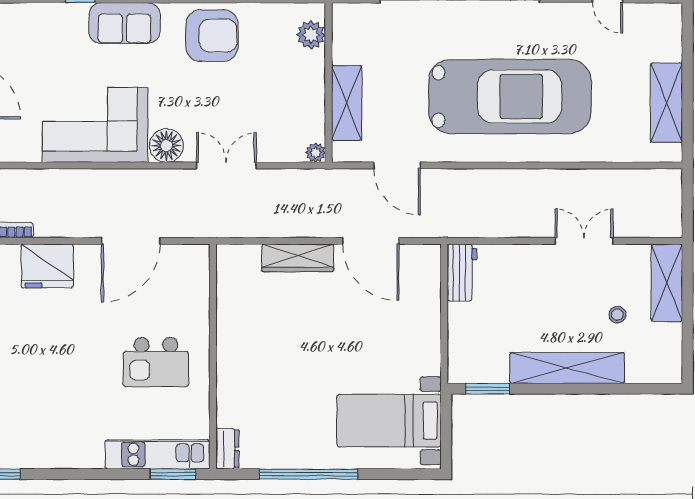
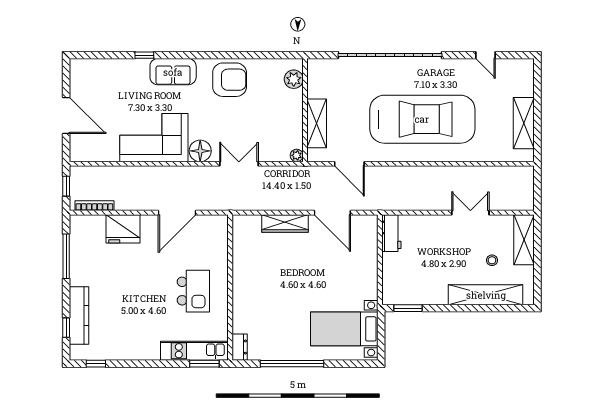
kitchen island: (156, 362) -> (193, 291), turned -90
shelving: (567, 368) -> (486, 295), moved

